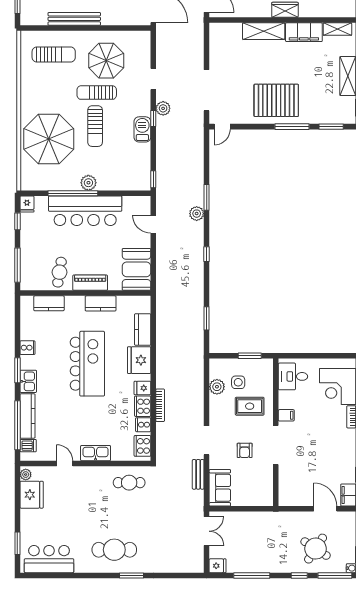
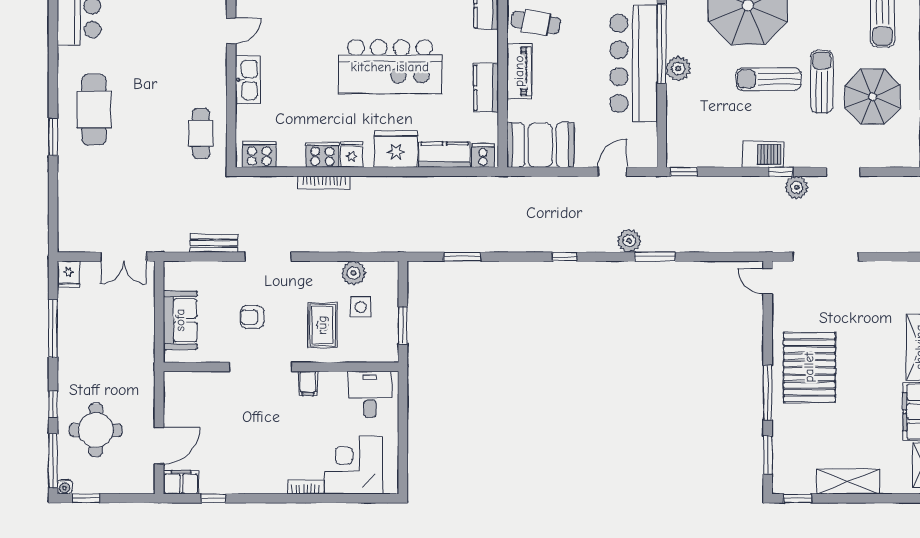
cooker: (143, 425) -> (483, 156), moved
sofa: (220, 488) -> (180, 320), moved, turned -90
round table: (316, 549) -> (96, 430), turned -33

